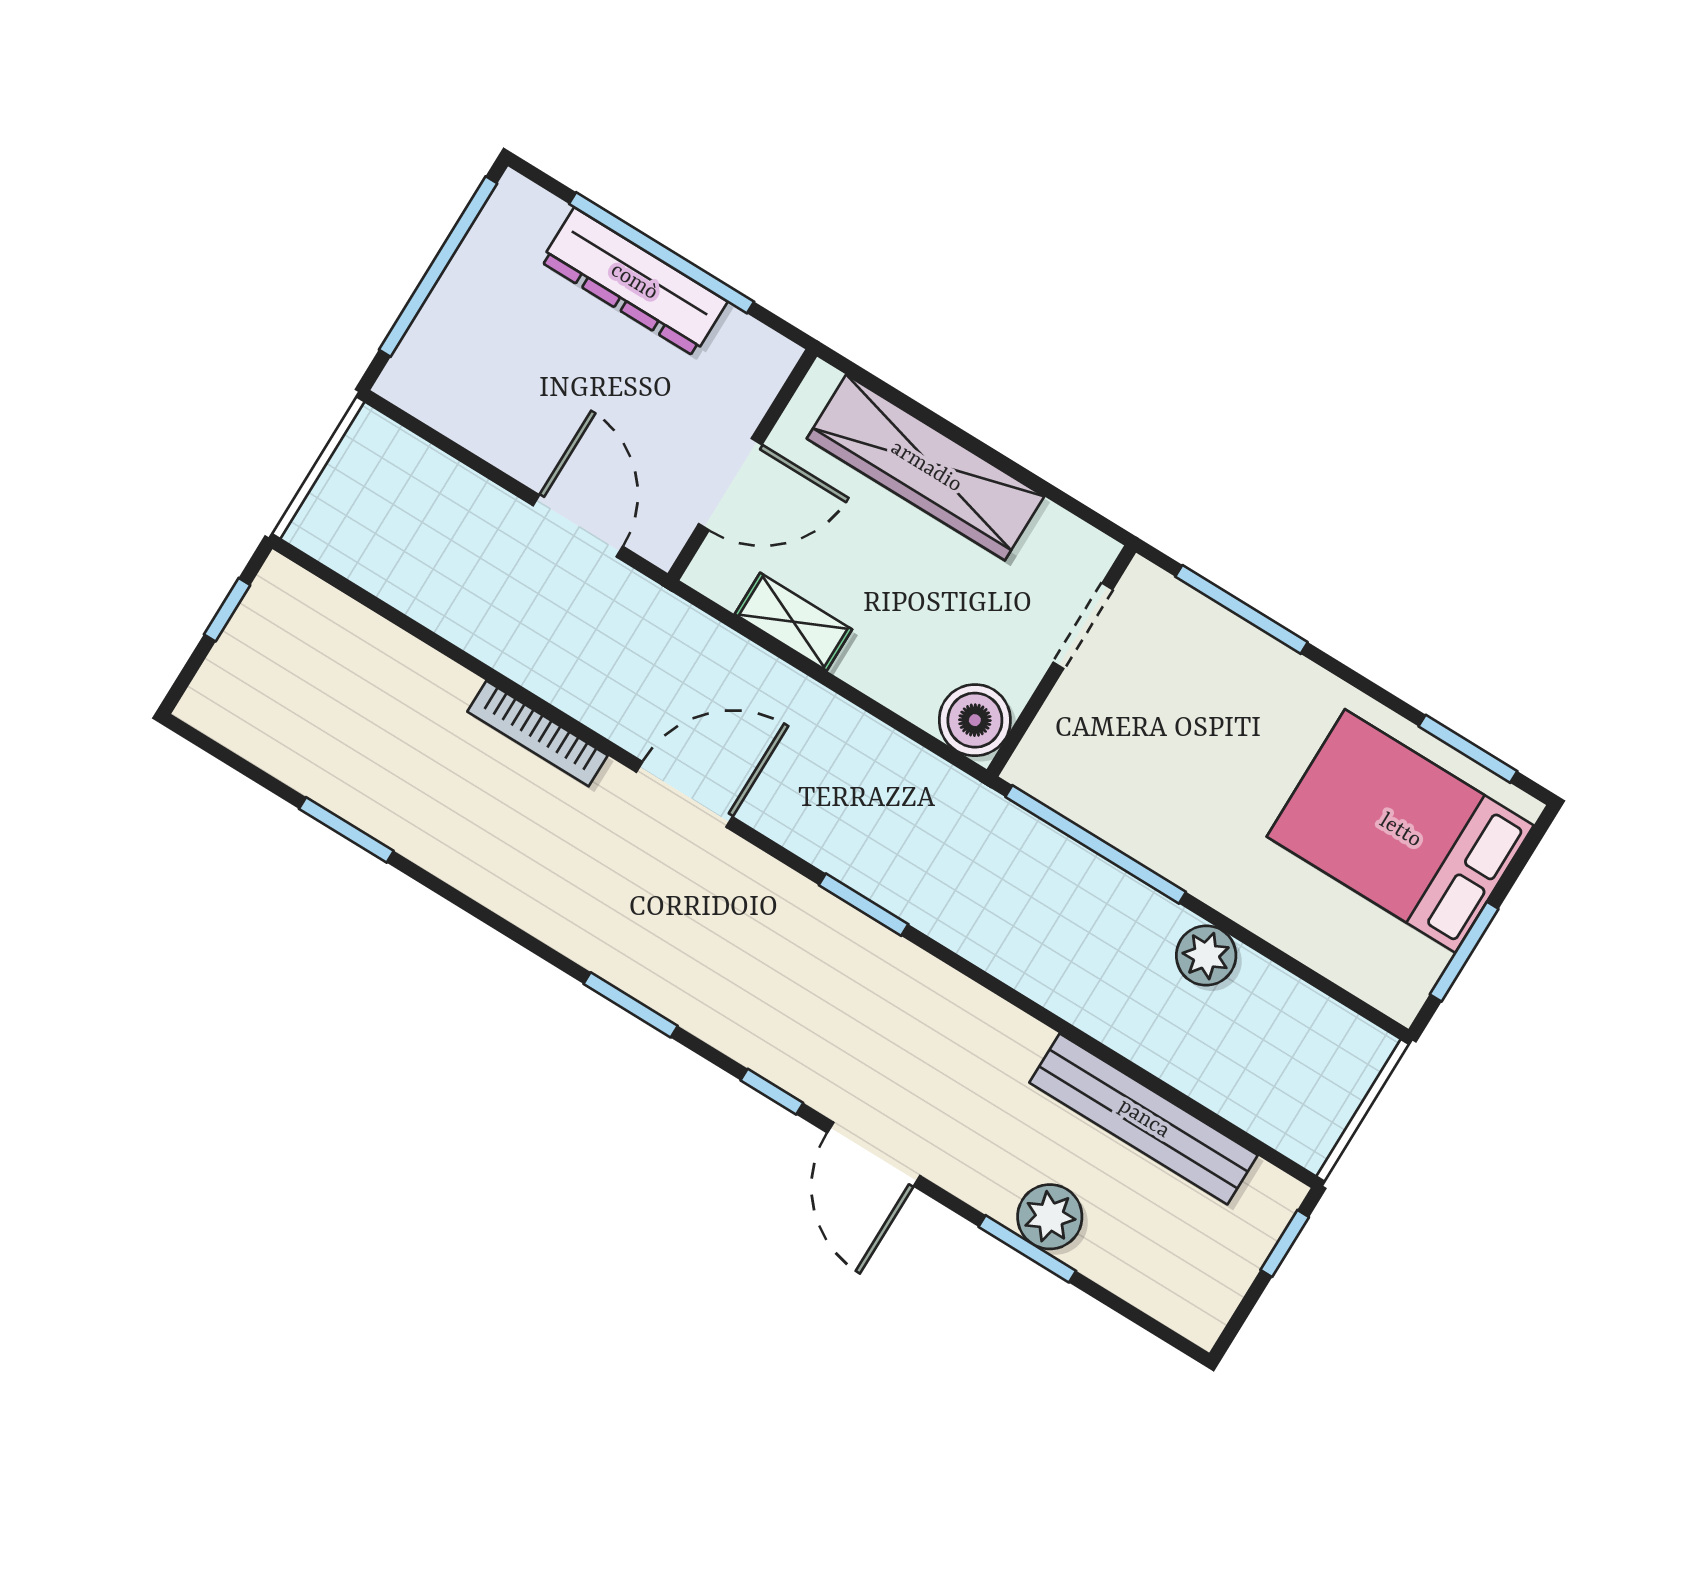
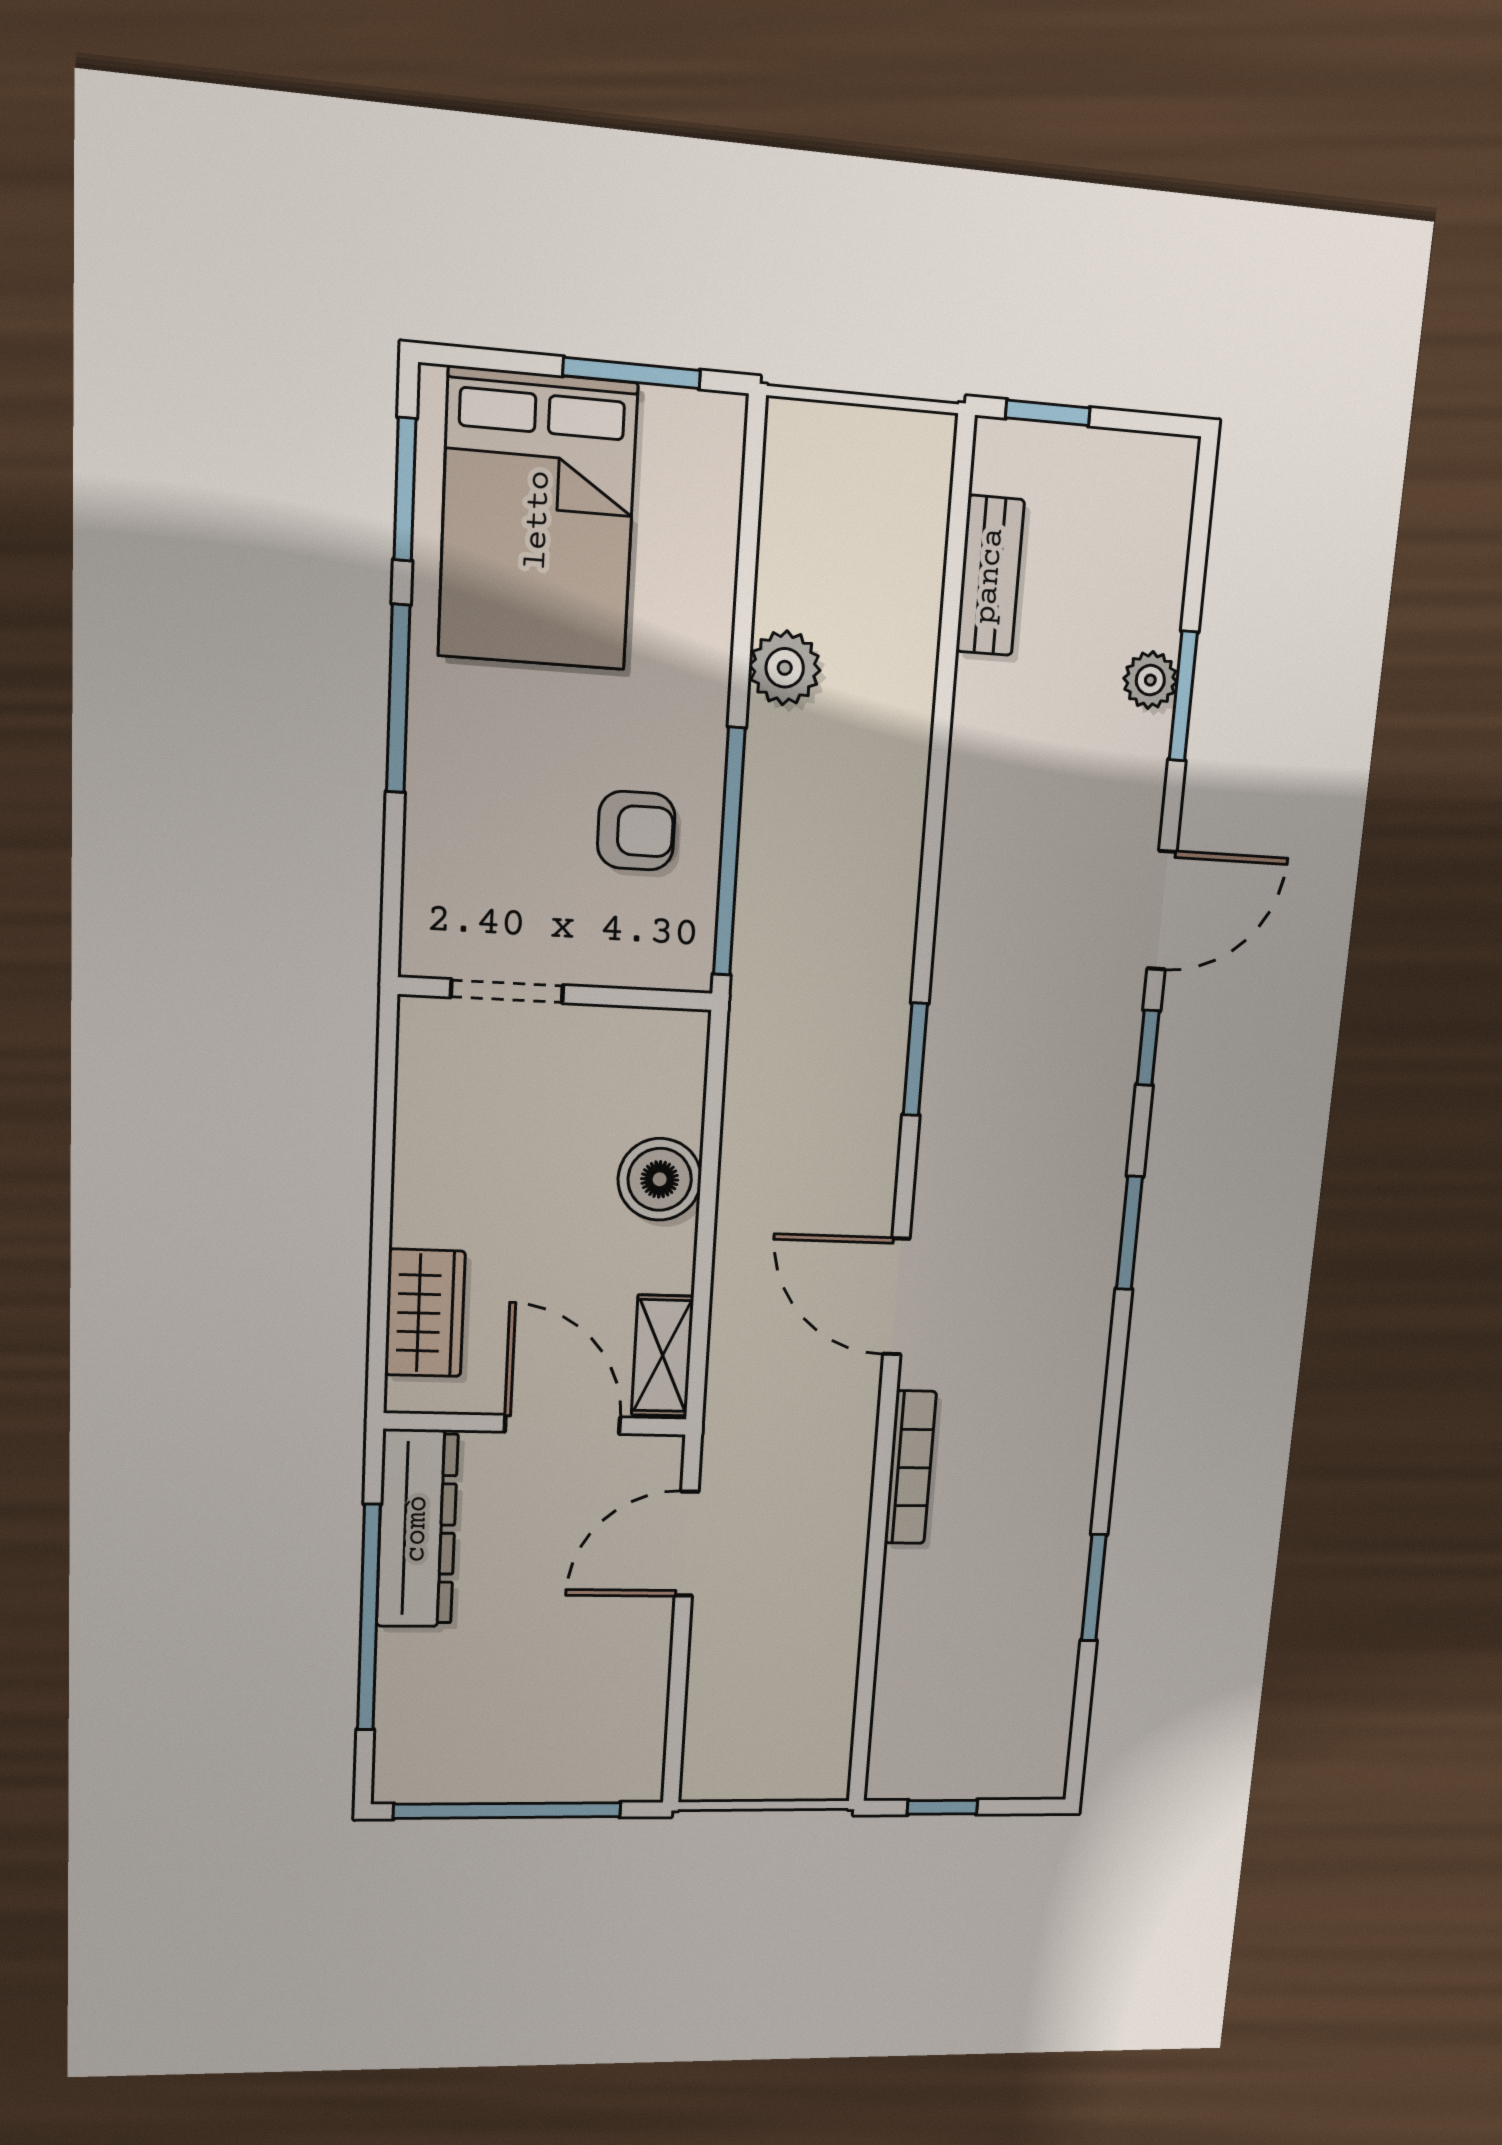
dresser: (634, 282) -> (417, 1529), moved
wardrobe: (926, 467) -> (425, 1313), width x0.48, depth x0.85
window: (1241, 609) -> (398, 699), moved
shelving: (793, 622) -> (663, 1356), moved
boiler: (975, 720) -> (660, 1179), moved
armchair: (1148, 784) -> (636, 831), added
bench: (1144, 1119) -> (990, 576), width x0.54, depth x0.82
plant: (1050, 1217) -> (1150, 680), width x0.73, depth x0.73

